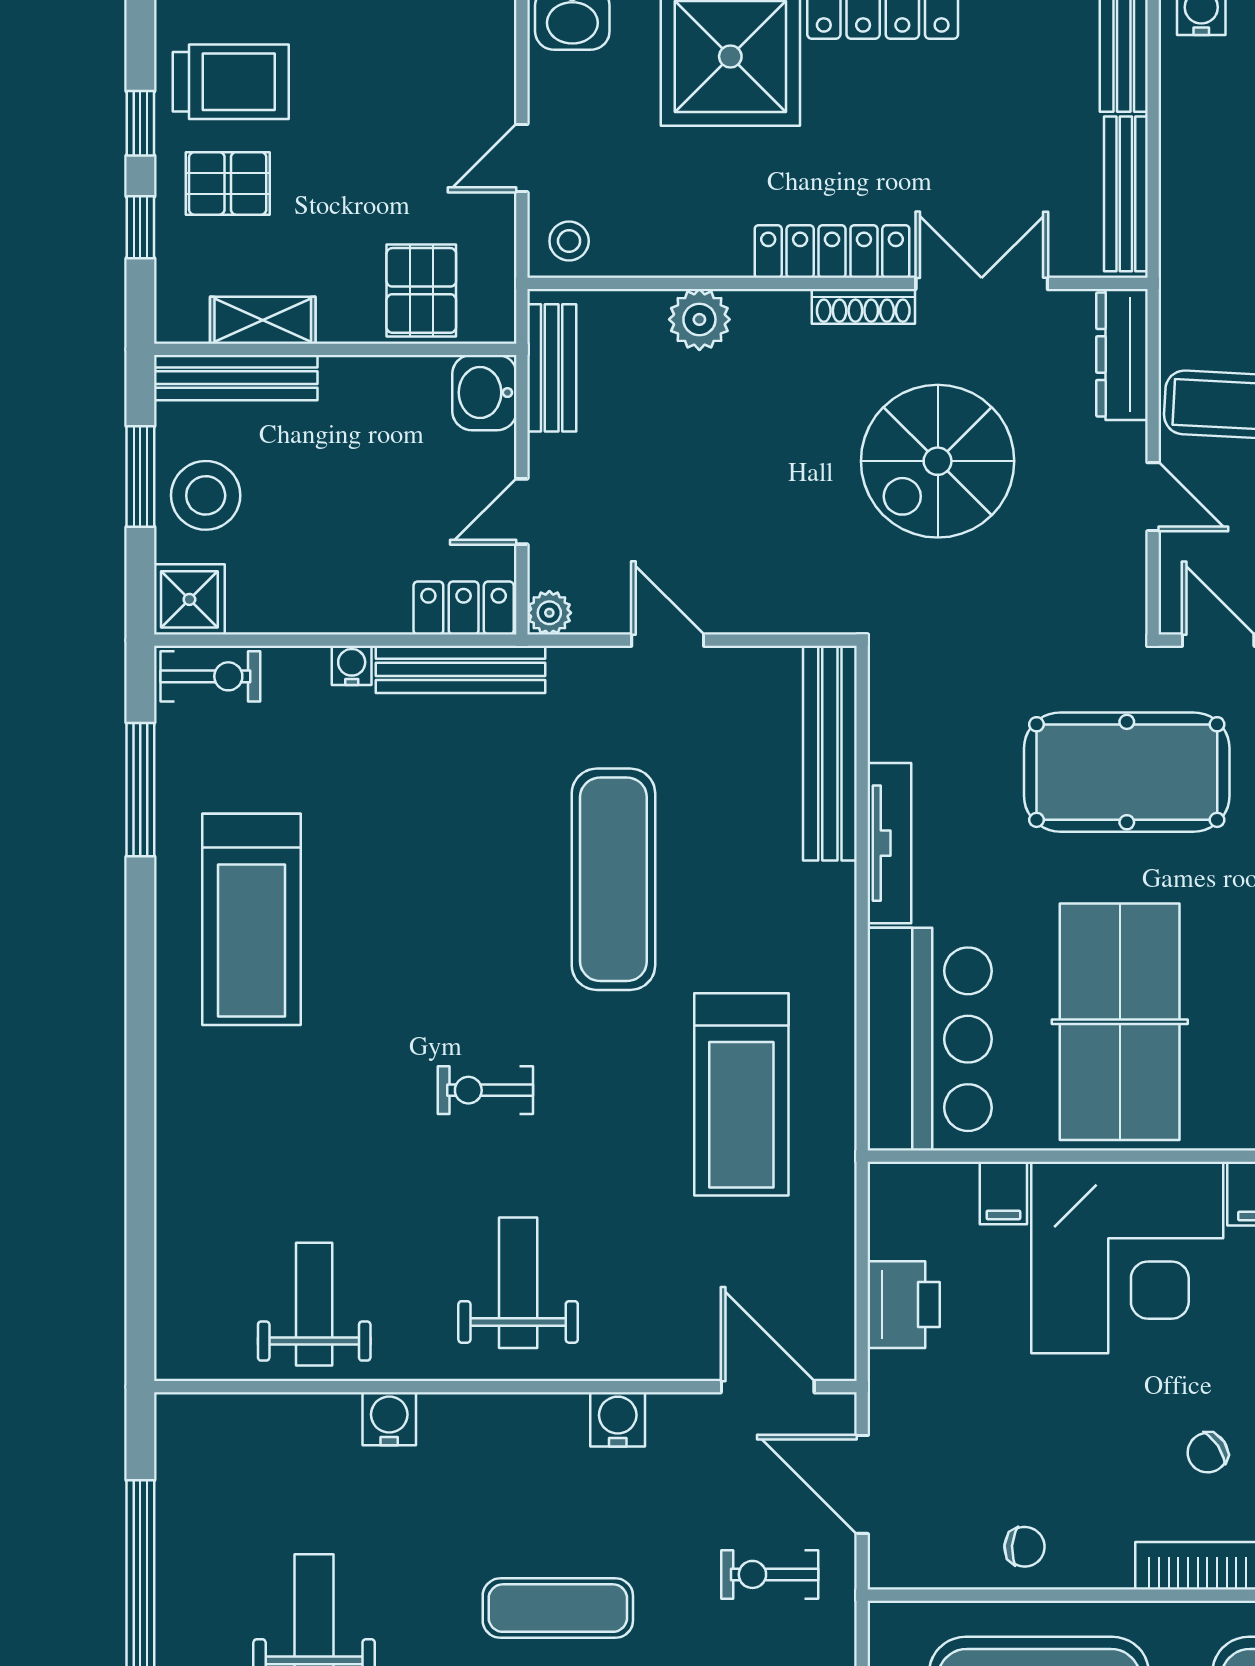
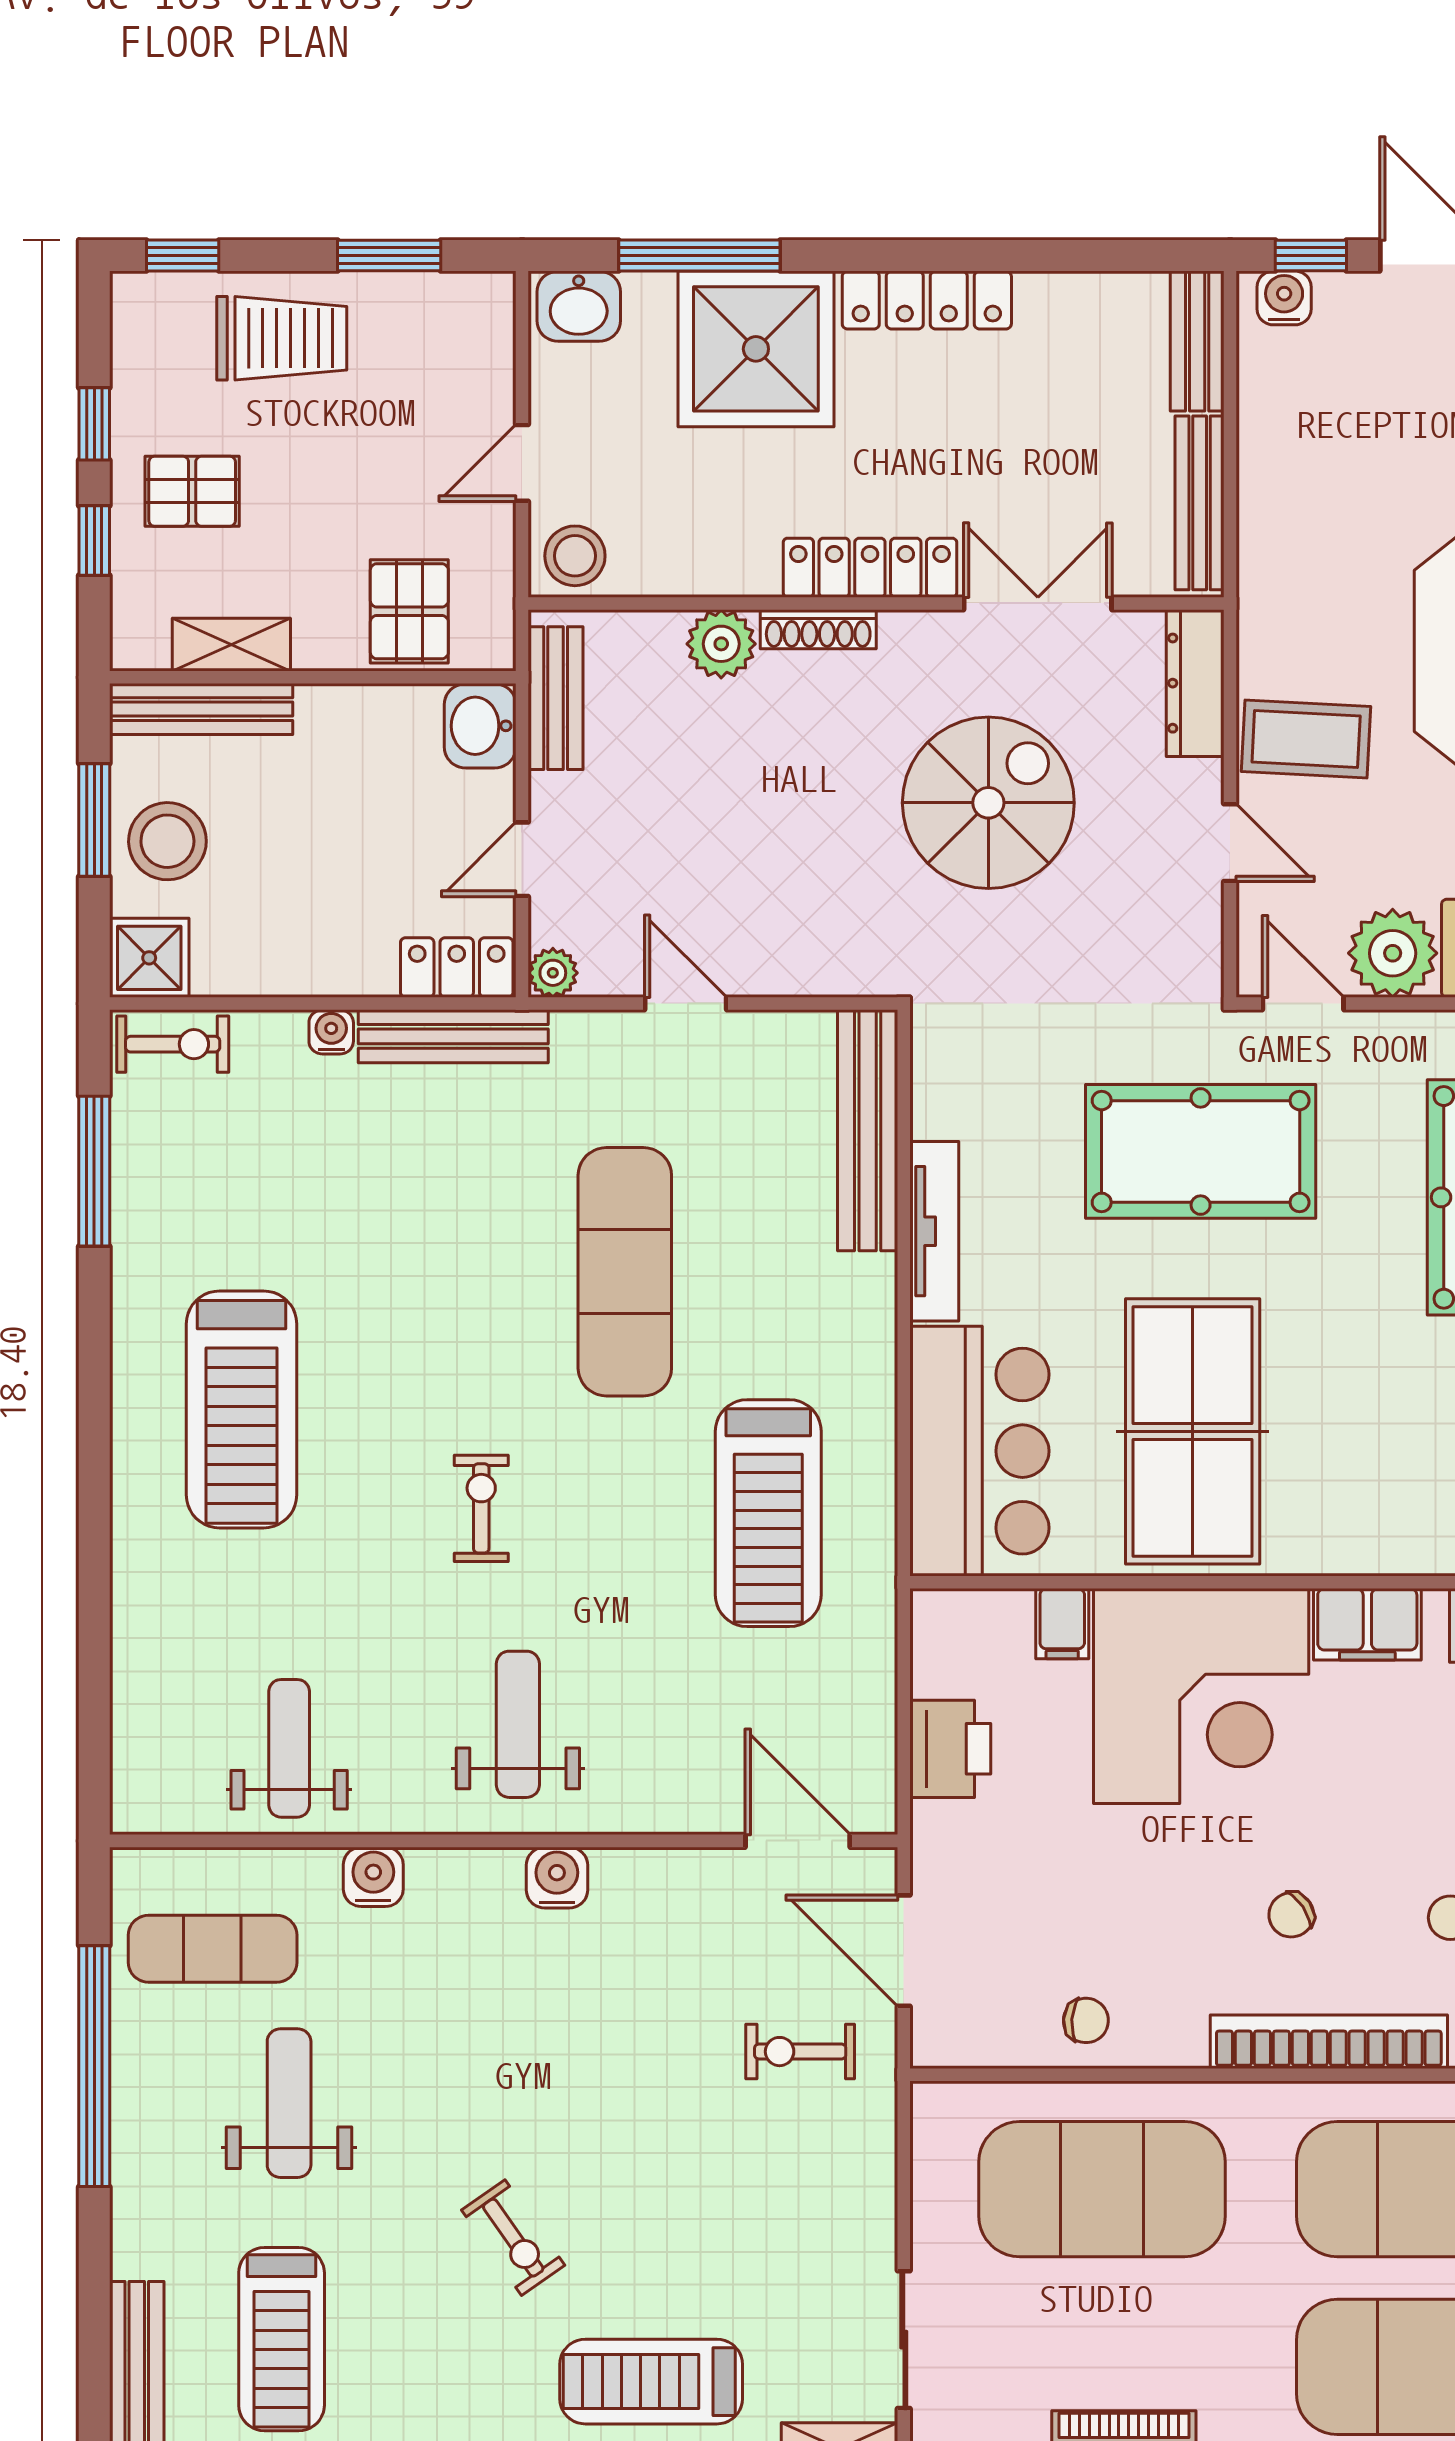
trolley: (231, 82) -> (282, 338), moved
stool: (569, 241) -> (575, 556), width x1.37, depth x1.37
shoe rack: (863, 306) -> (818, 629), moved
spiral stairs: (938, 461) -> (988, 803), turned 180
treadmill: (252, 919) -> (242, 1409), moved
exercise bike: (485, 1090) -> (481, 1508), turned 90
water cooler: (618, 1419) -> (557, 1878), moved
exercise mat: (558, 1608) -> (213, 1949), moved

